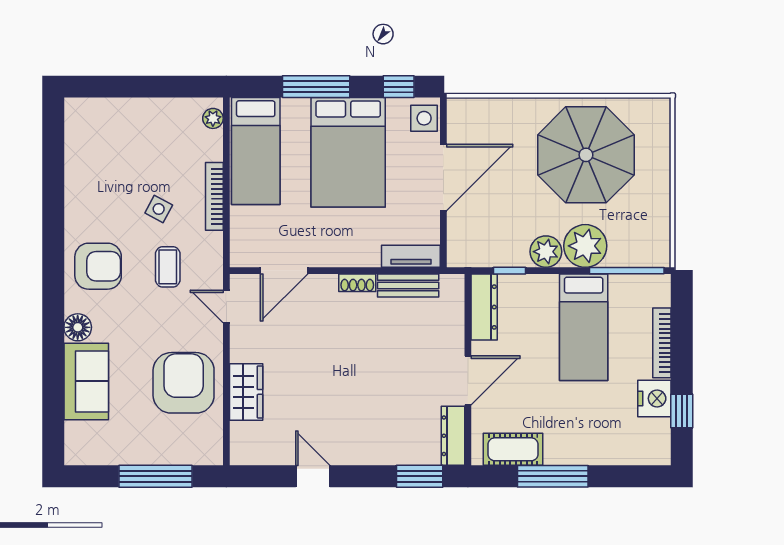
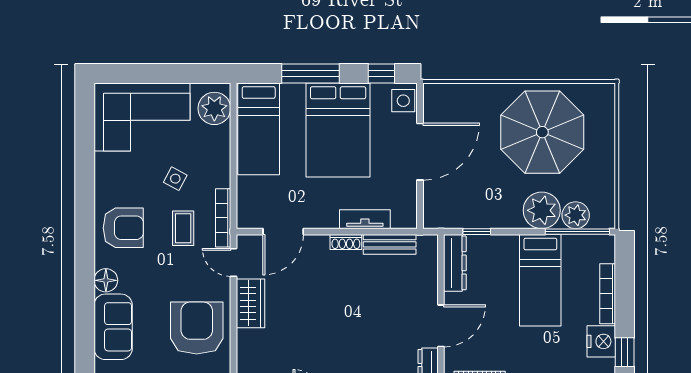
plant: (213, 118) -> (214, 108), width x1.87, depth x1.87
corner sofa: (120, 137) -> (142, 117), added
bookcase: (214, 196) -> (223, 218), moved
plant: (546, 252) -> (576, 215), moved
tv unit: (411, 256) -> (365, 219), moved
wardrobe: (246, 392) -> (250, 303), moved

